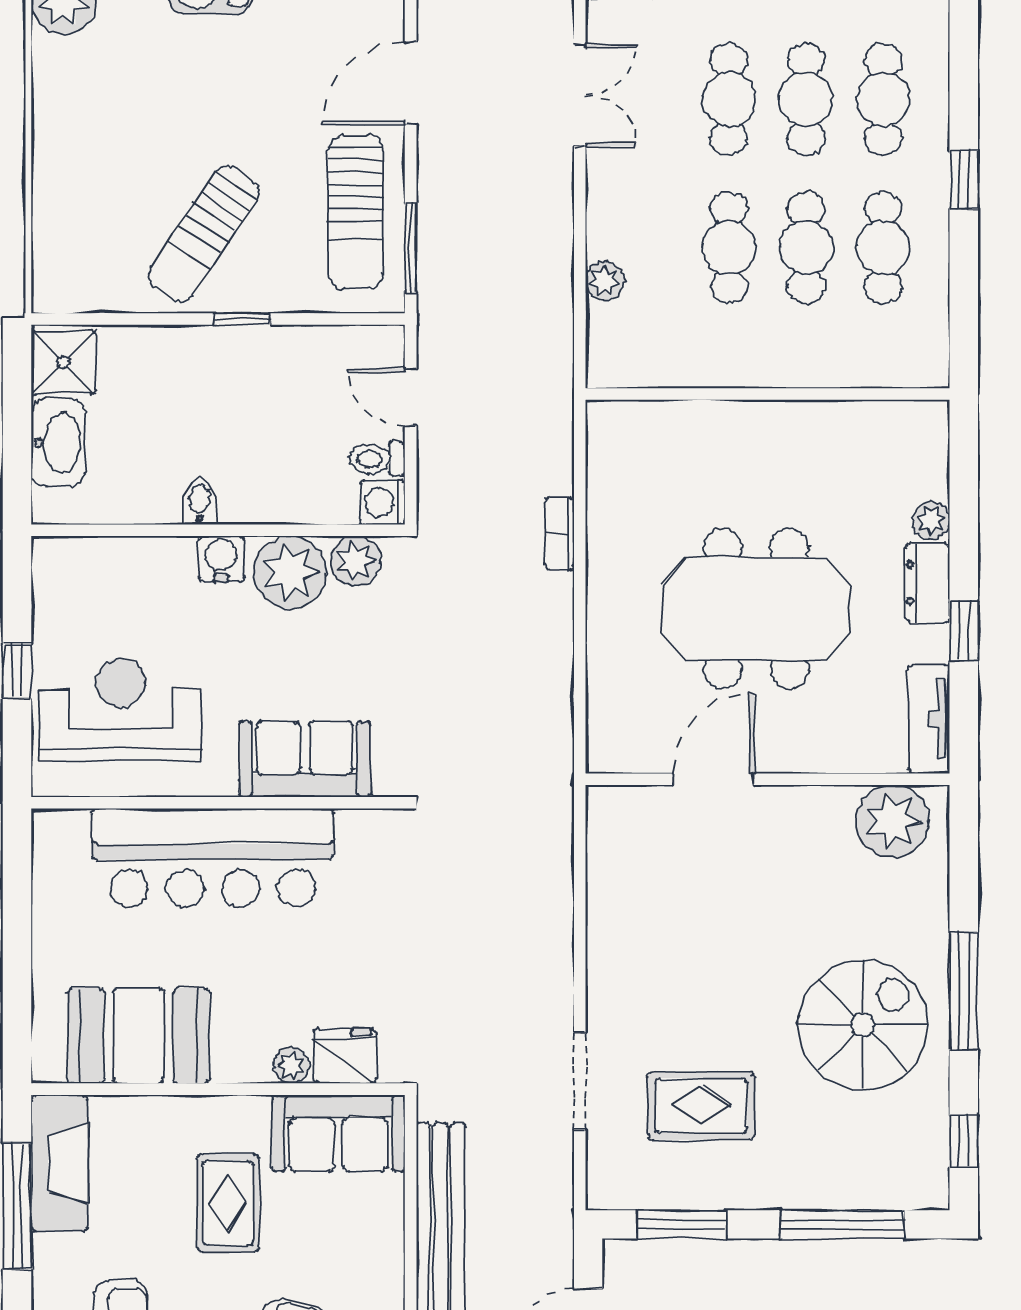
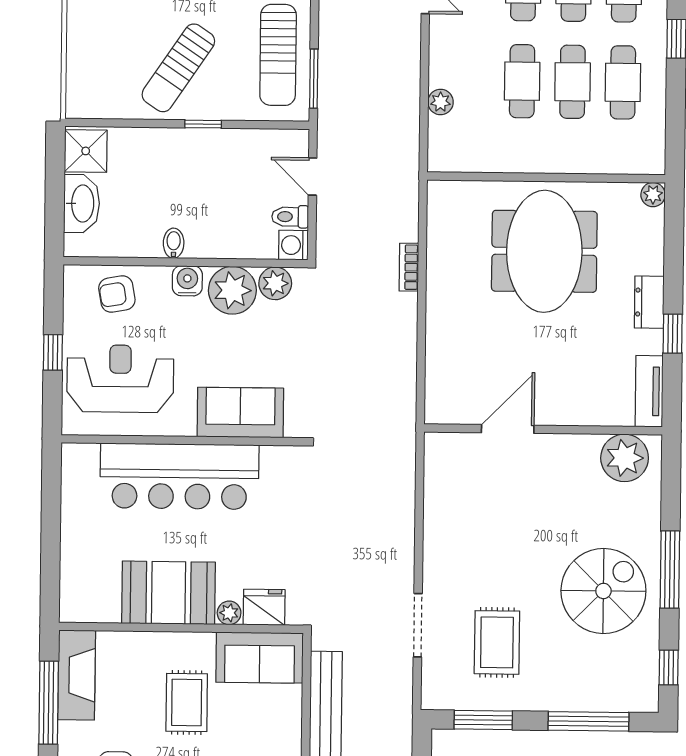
plant: (931, 521) -> (653, 195), moved
armchair: (114, 580) -> (117, 294), added
meeting table: (756, 609) -> (544, 251), moved, turned 90
booth: (138, 1036) -> (169, 593), moved
rug: (701, 1106) -> (497, 642), turned 90

